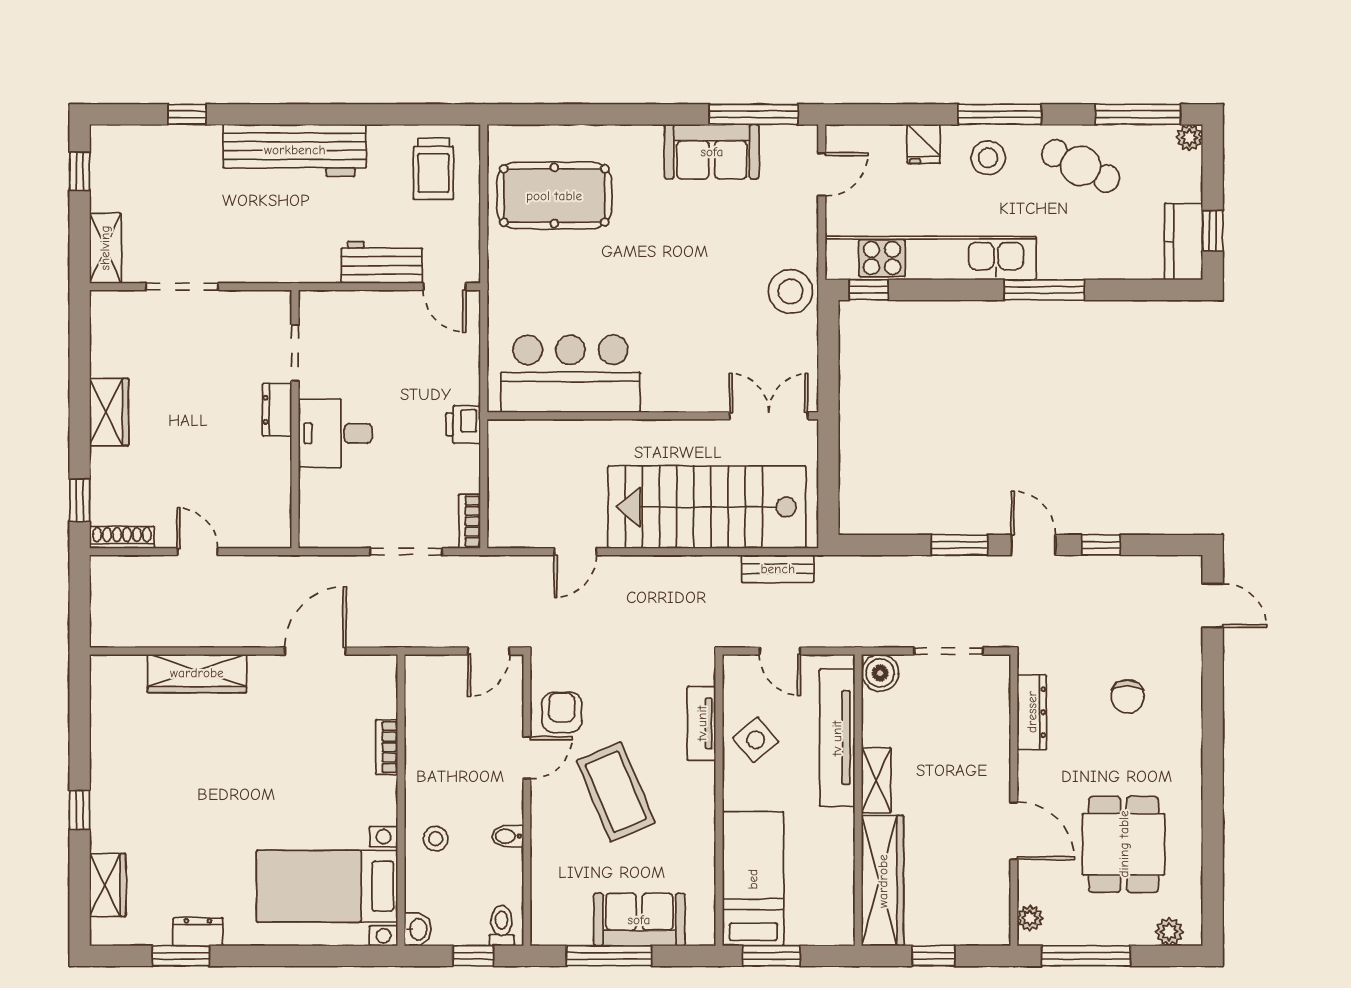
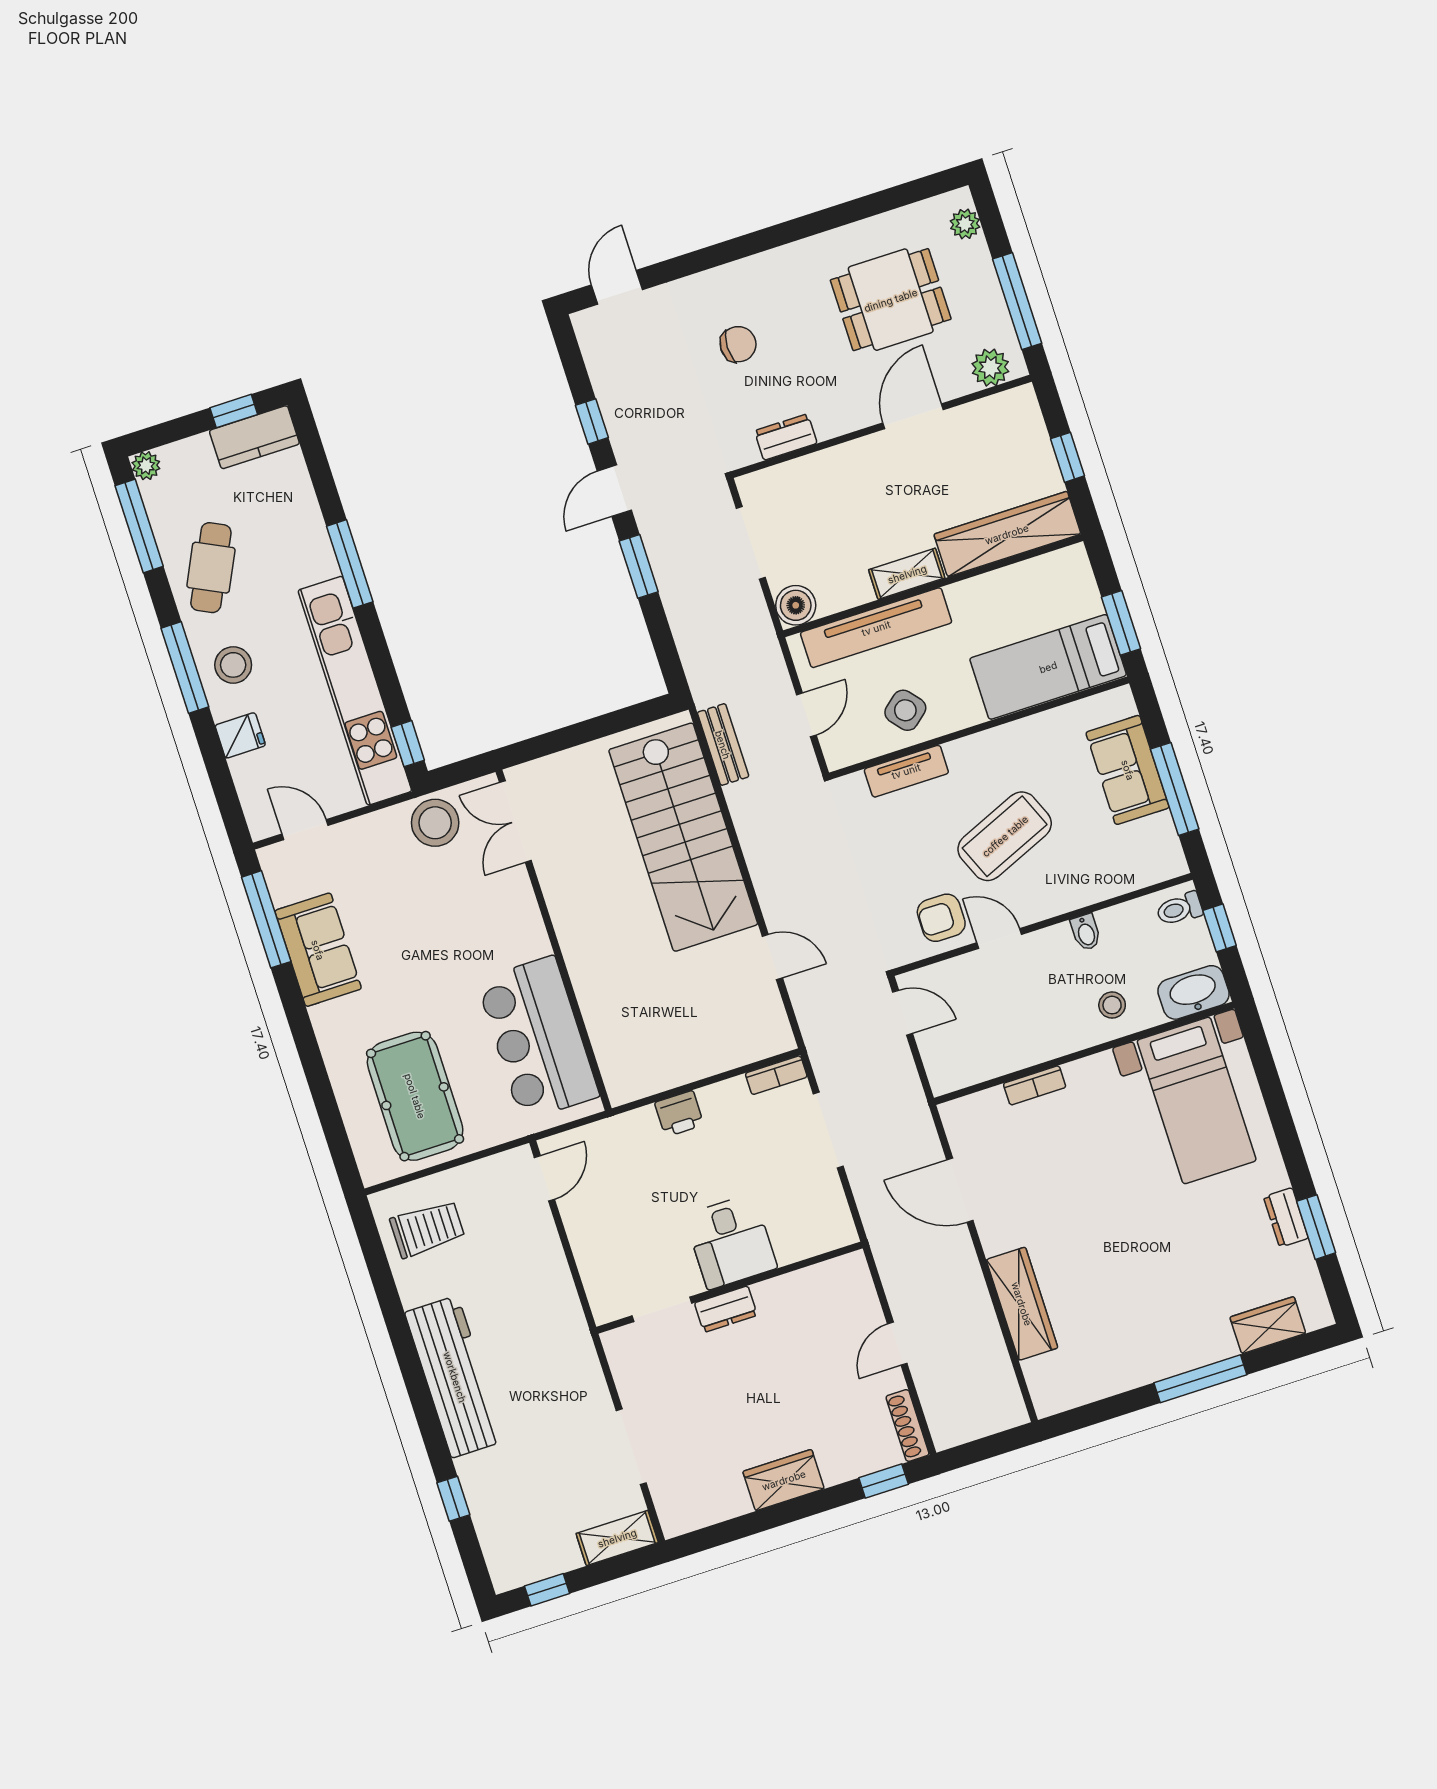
workbench: (382, 262) -> (540, 1251), removed
bar counter: (570, 374) -> (538, 1038), moved
wall: (653, 416) -> (554, 940), moved
double door: (769, 416) -> (515, 822), moved
dresser: (1032, 712) -> (786, 437), width x0.70
window: (80, 810) -> (1200, 1379), width x2.17
plant: (1030, 918) -> (990, 368), width x1.38, depth x1.38
washbasin: (418, 929) -> (1193, 992), width x1.91, depth x1.45

